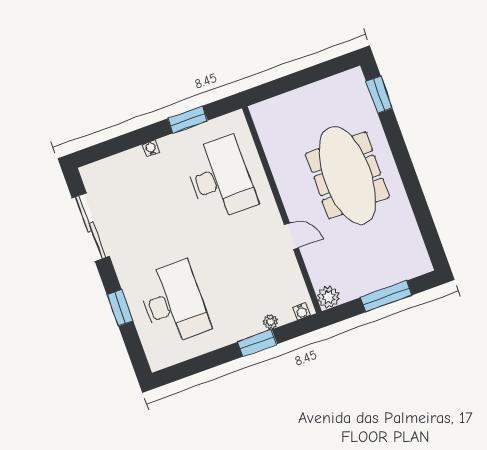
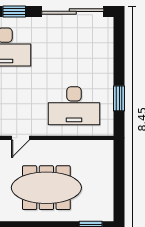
water cooler: (151, 148) -> (109, 68), removed
sliding door: (91, 227) -> (73, 11), width x1.36

